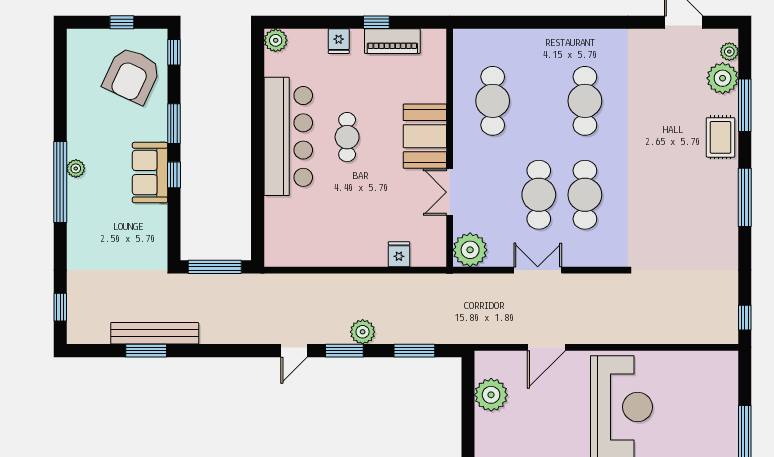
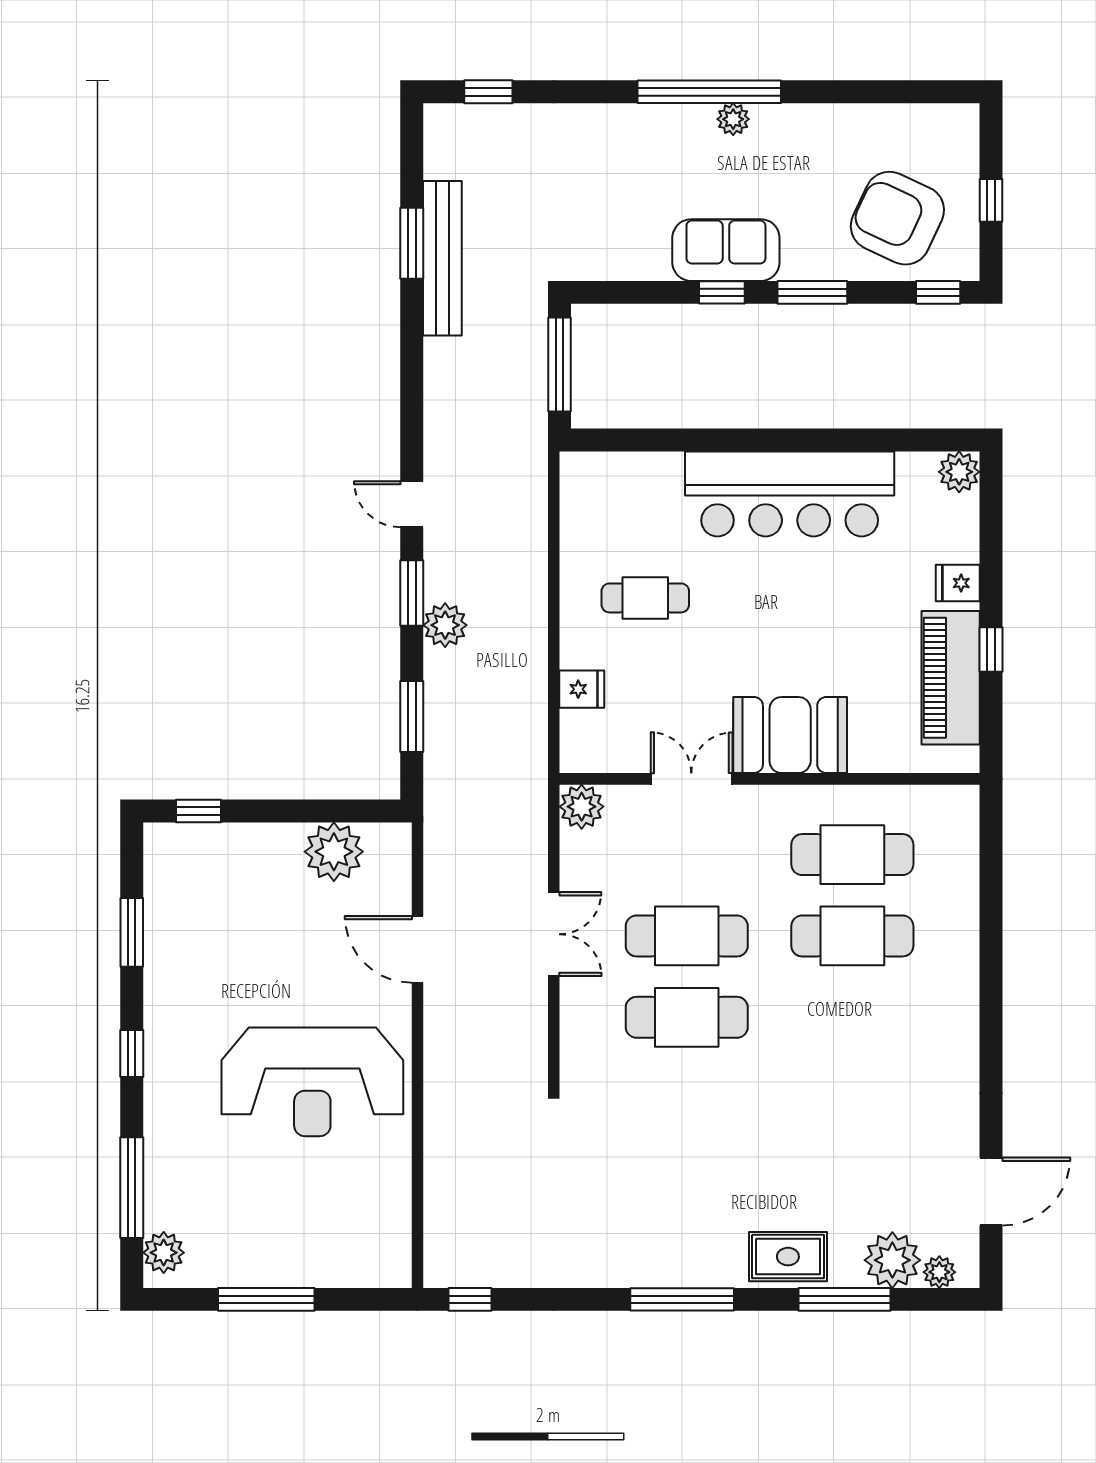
piano: (392, 41) -> (951, 678), width x1.37, depth x1.33
cafe table: (585, 101) -> (852, 936), moved
cafe table: (347, 137) -> (645, 598), moved
plant: (470, 250) -> (582, 807), width x0.73, depth x0.73

